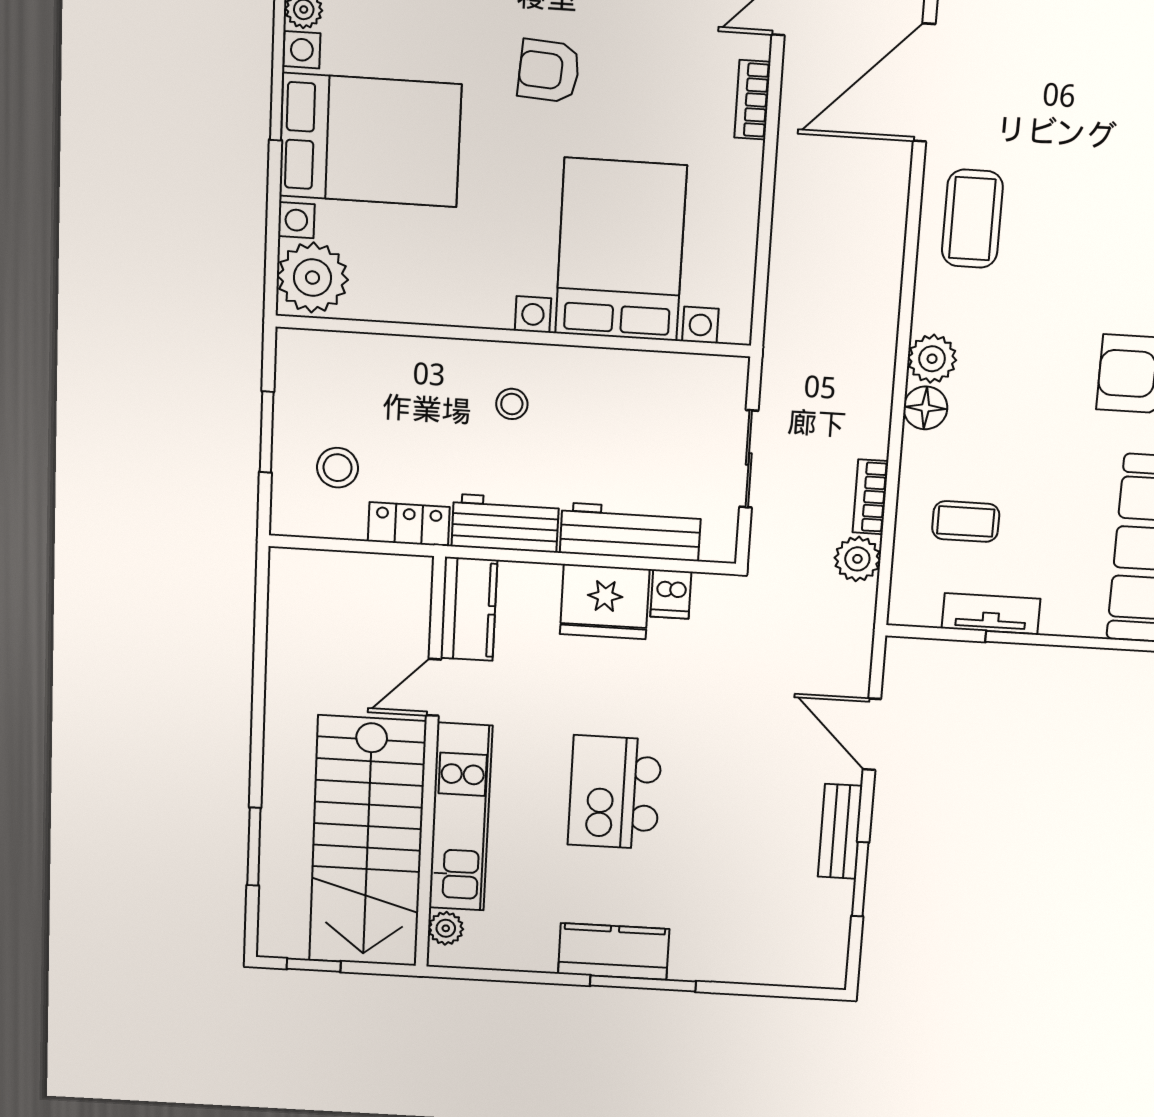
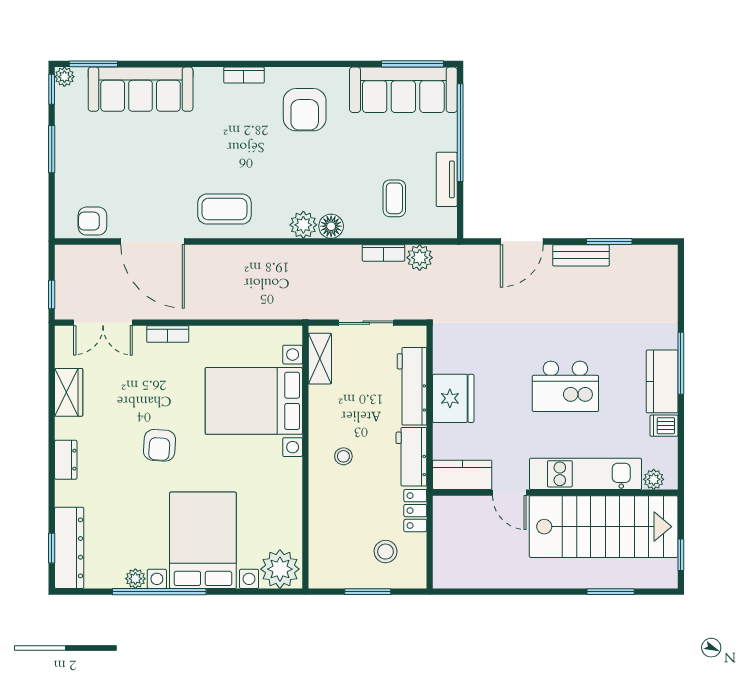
shelving: (690, 373) -> (320, 359), added
dishwasher: (671, 594) -> (664, 426), moved, turned 180

